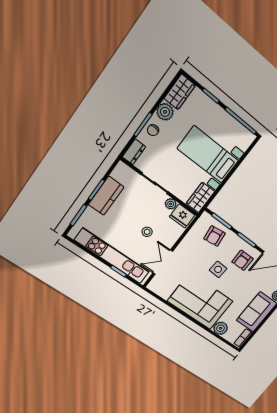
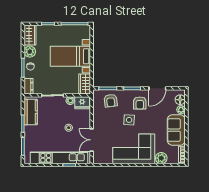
kitchen counter: (106, 196) -> (31, 112), moved

